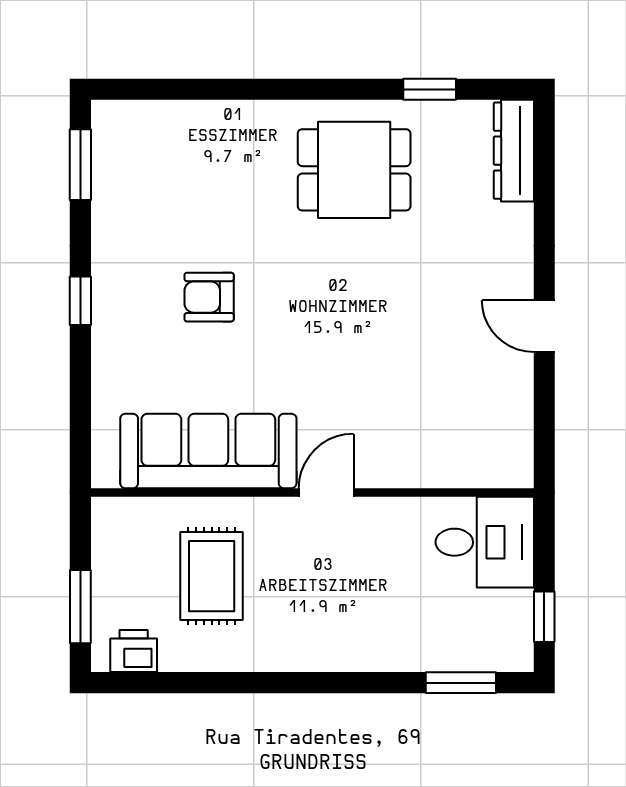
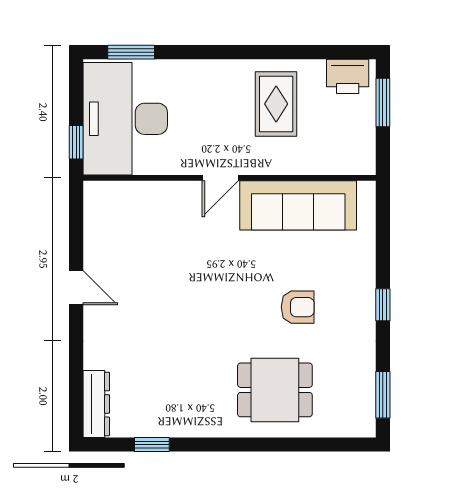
dining table: (354, 170) -> (275, 390), moved
desk: (485, 542) -> (125, 119), width x1.87, depth x1.30
rug: (212, 576) -> (276, 104), moved
window: (544, 617) -> (76, 142), moved
printer: (134, 651) -> (348, 76), width x1.36, depth x1.24

